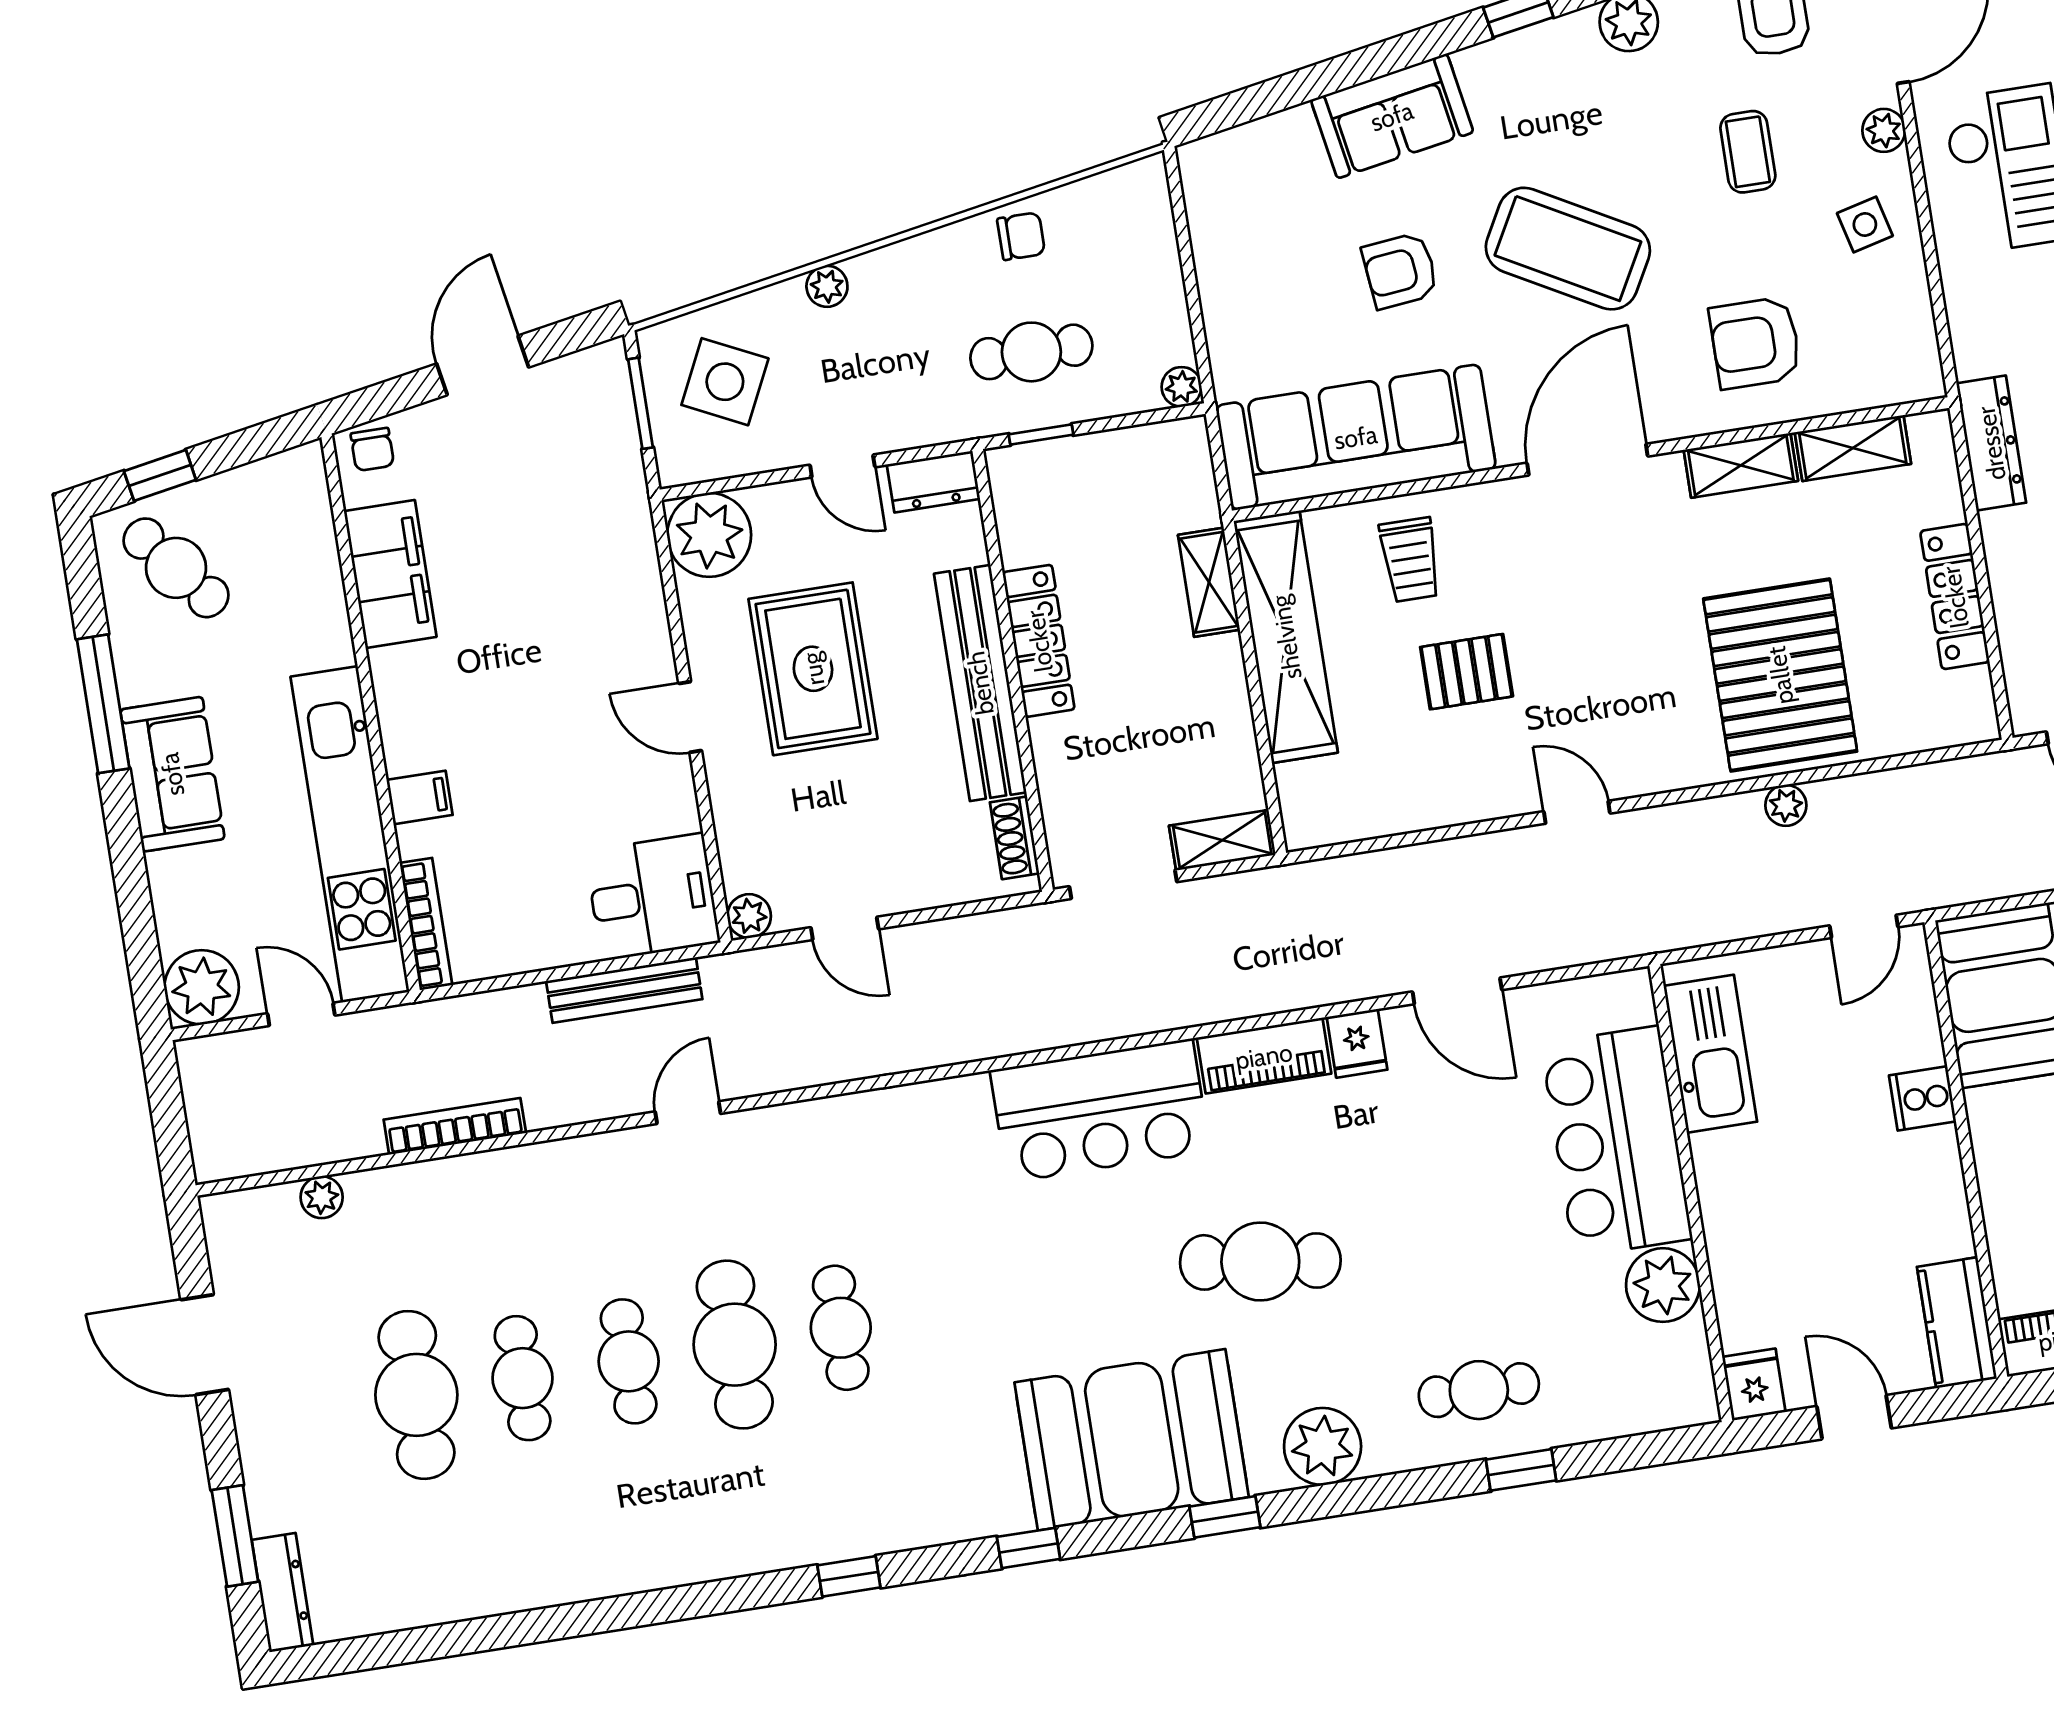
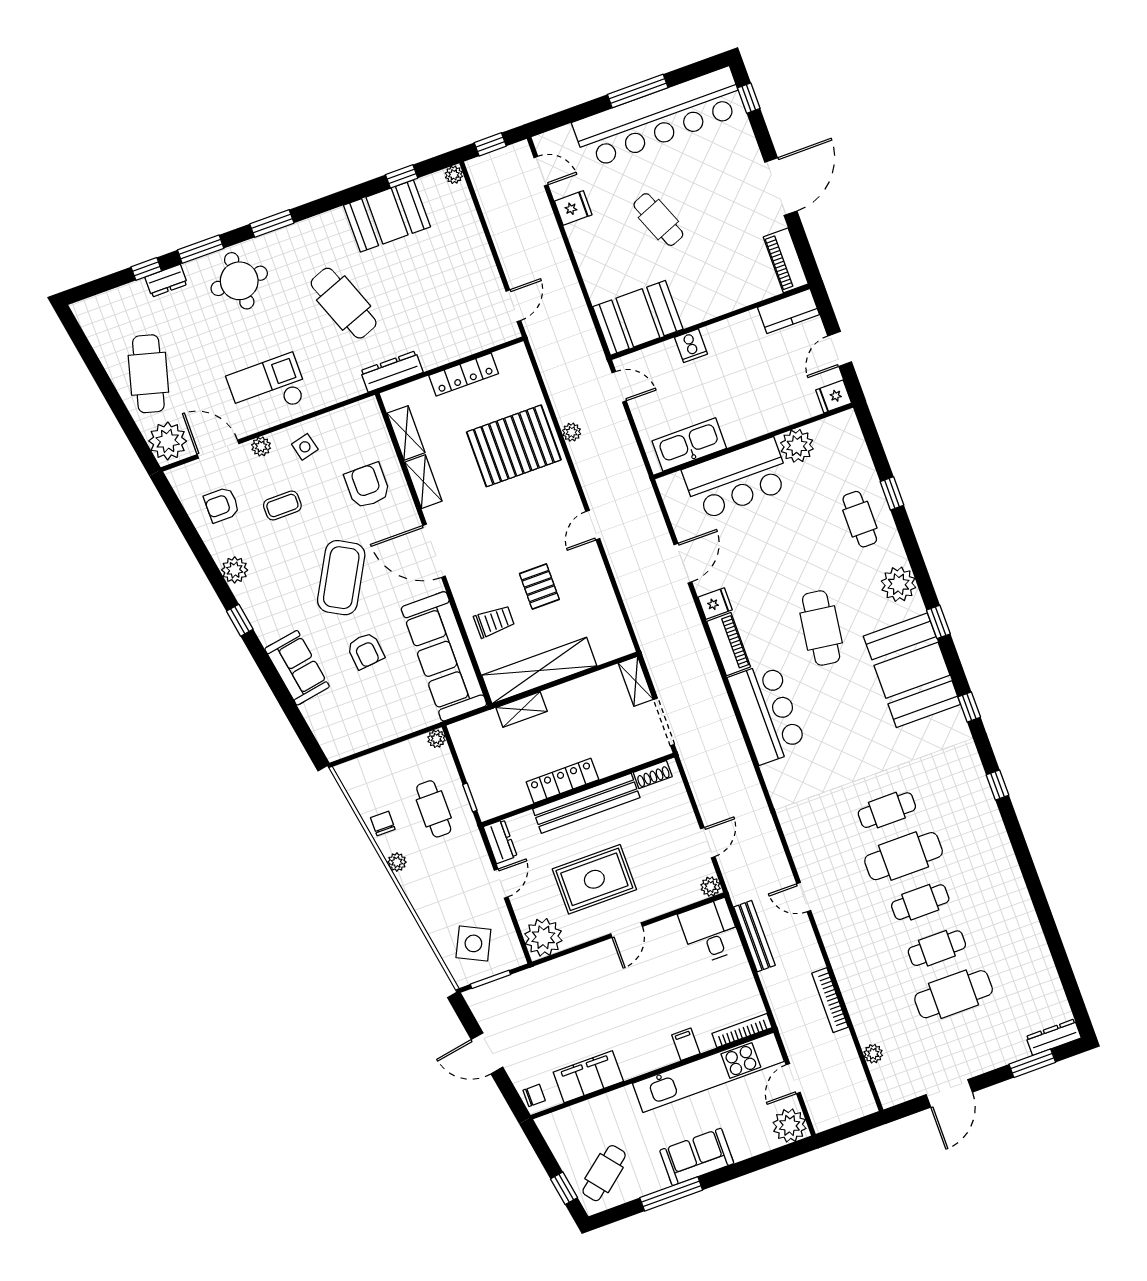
plant: (827, 286) -> (397, 862), moved
armchair: (1755, 343) -> (367, 486), turned 180

